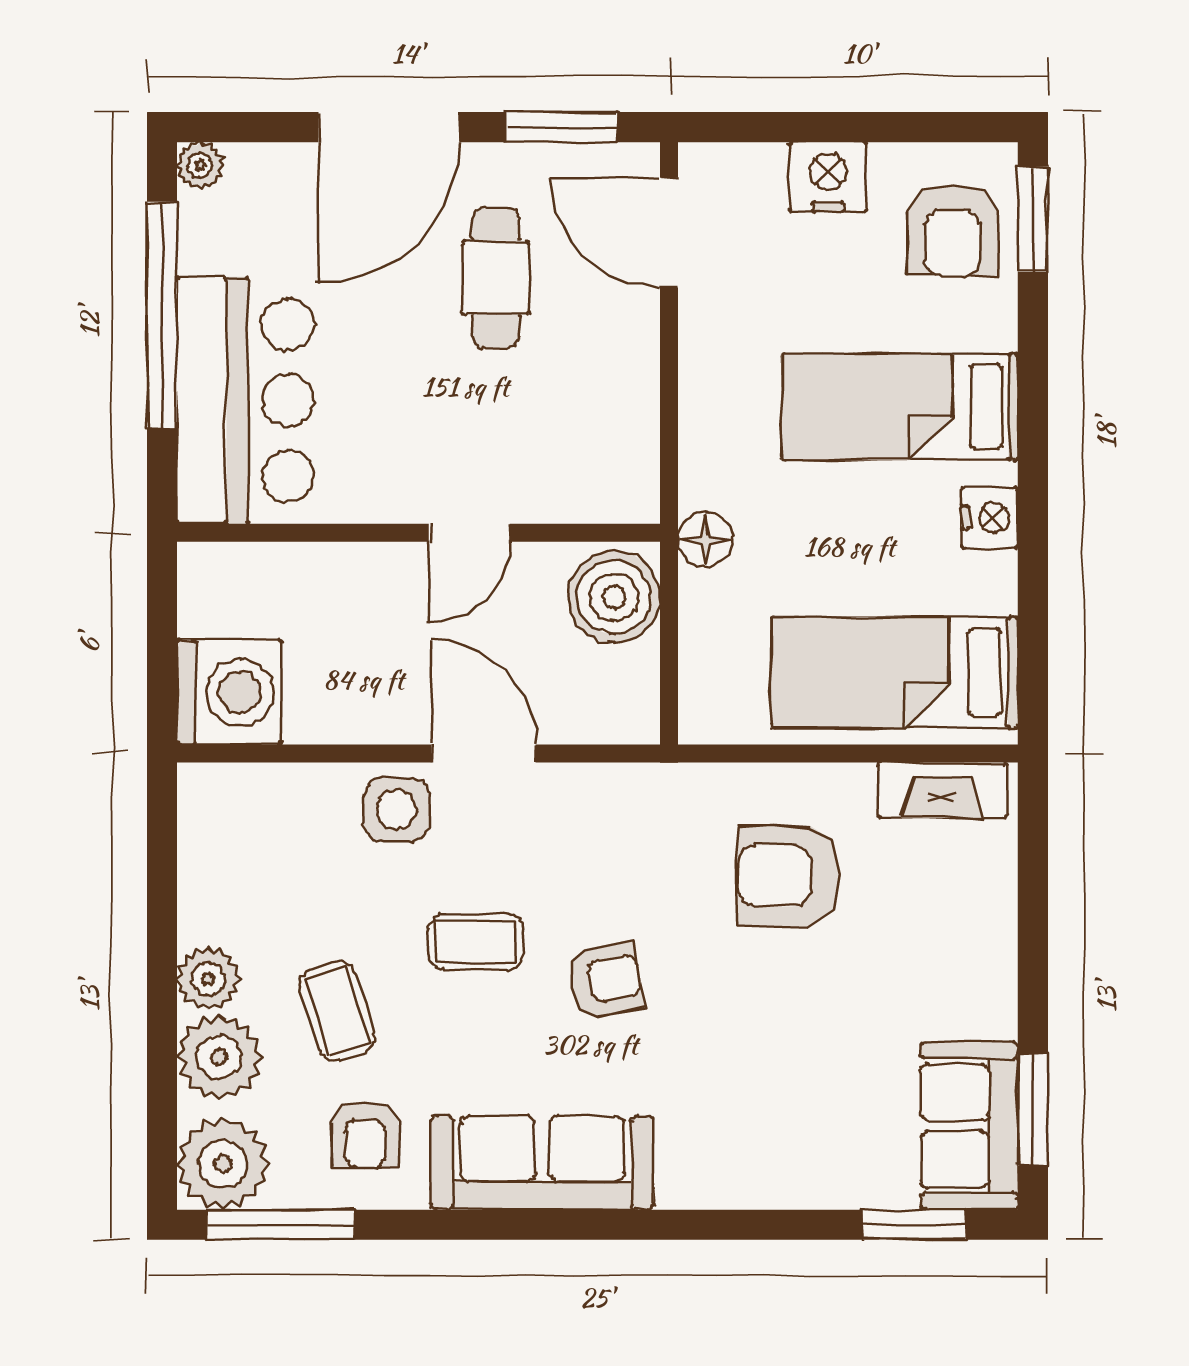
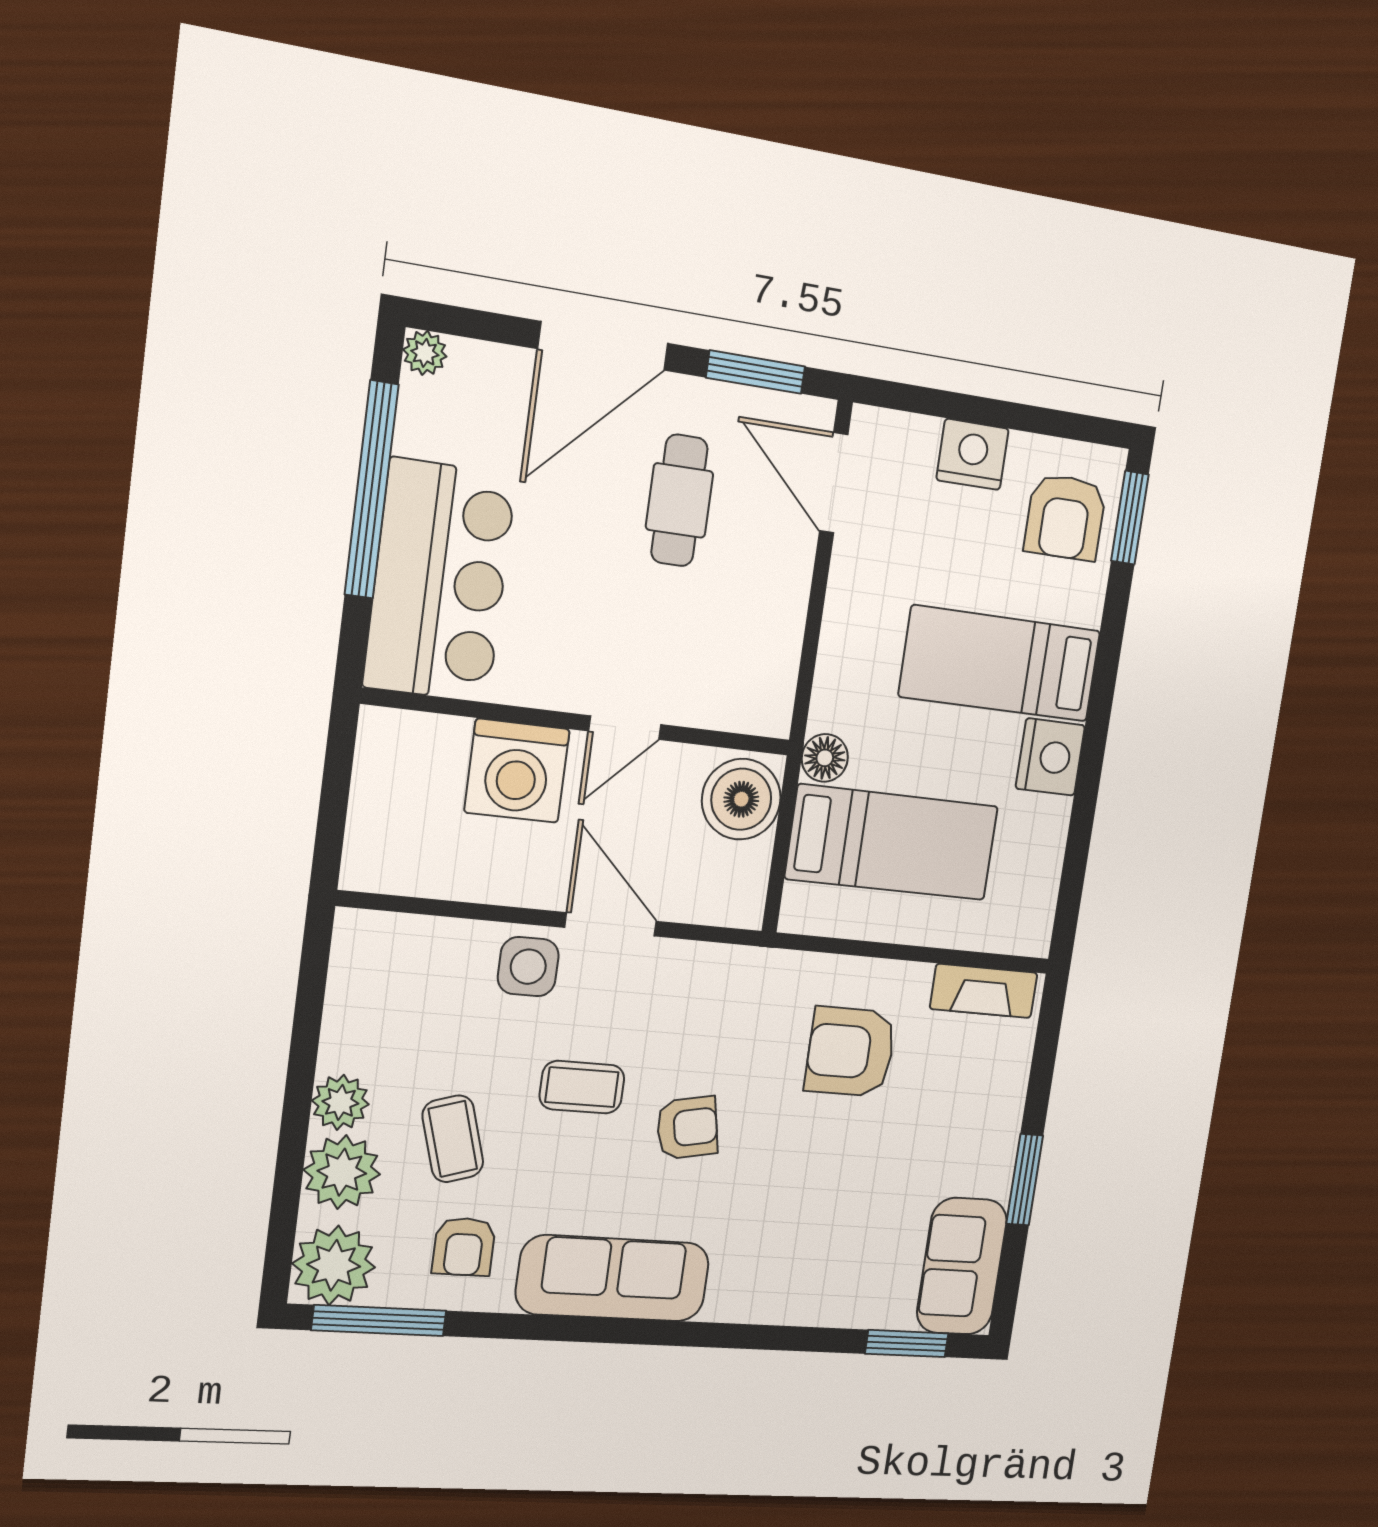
nightstand: (990, 518) -> (1050, 757), width x1.36, depth x1.33
bed: (895, 672) -> (892, 842), moved, turned 180
washing machine: (229, 692) -> (517, 771), moved, turned 90
window: (1033, 1110) -> (1025, 1180), moved

